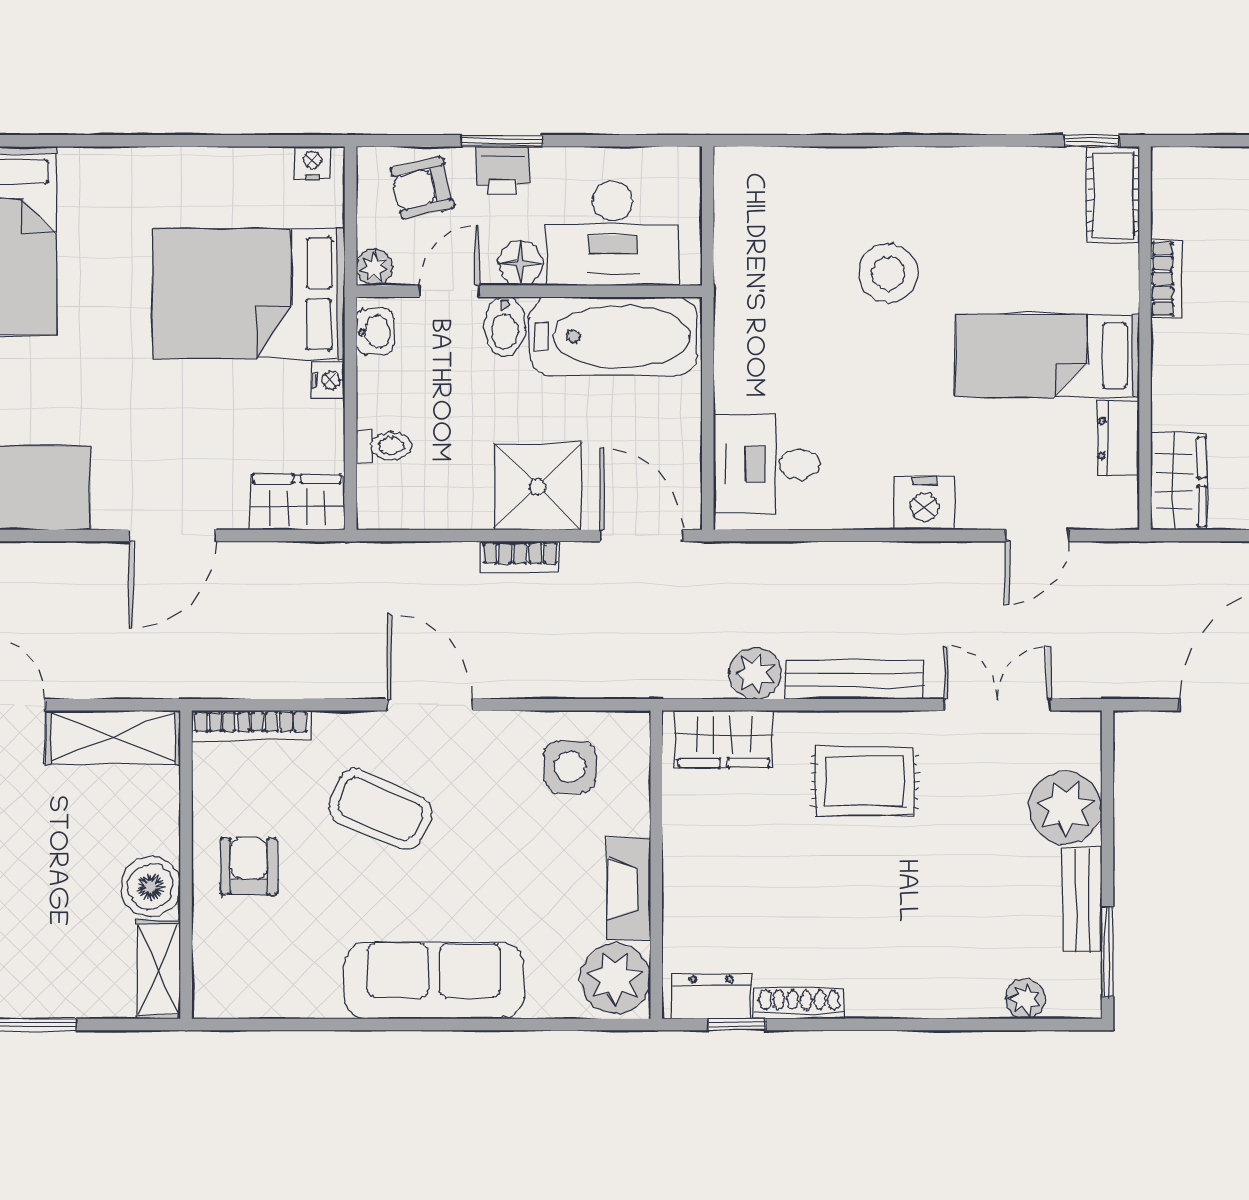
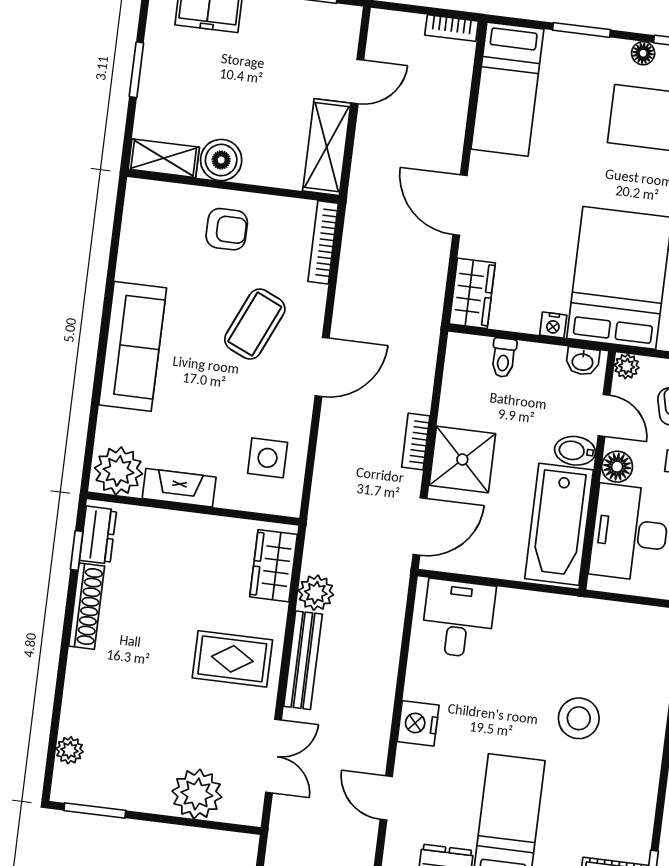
rug: (865, 781) -> (232, 659), turned 90
bench: (1082, 900) -> (133, 798), removed
shoe rack: (799, 1004) -> (87, 606), width x1.36, depth x1.24

